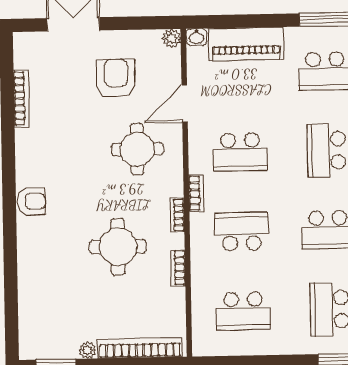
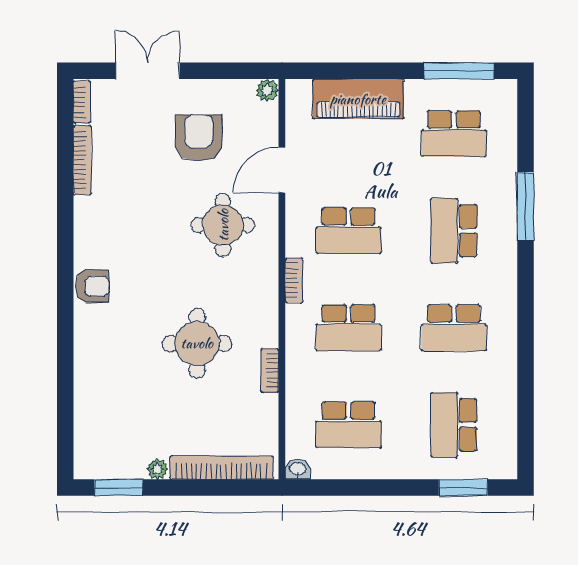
washbasin: (196, 37) -> (298, 469), moved, turned 180
bookcase: (177, 215) -> (82, 102), moved, turned 180
school desk: (242, 231) -> (349, 328), turned 180

